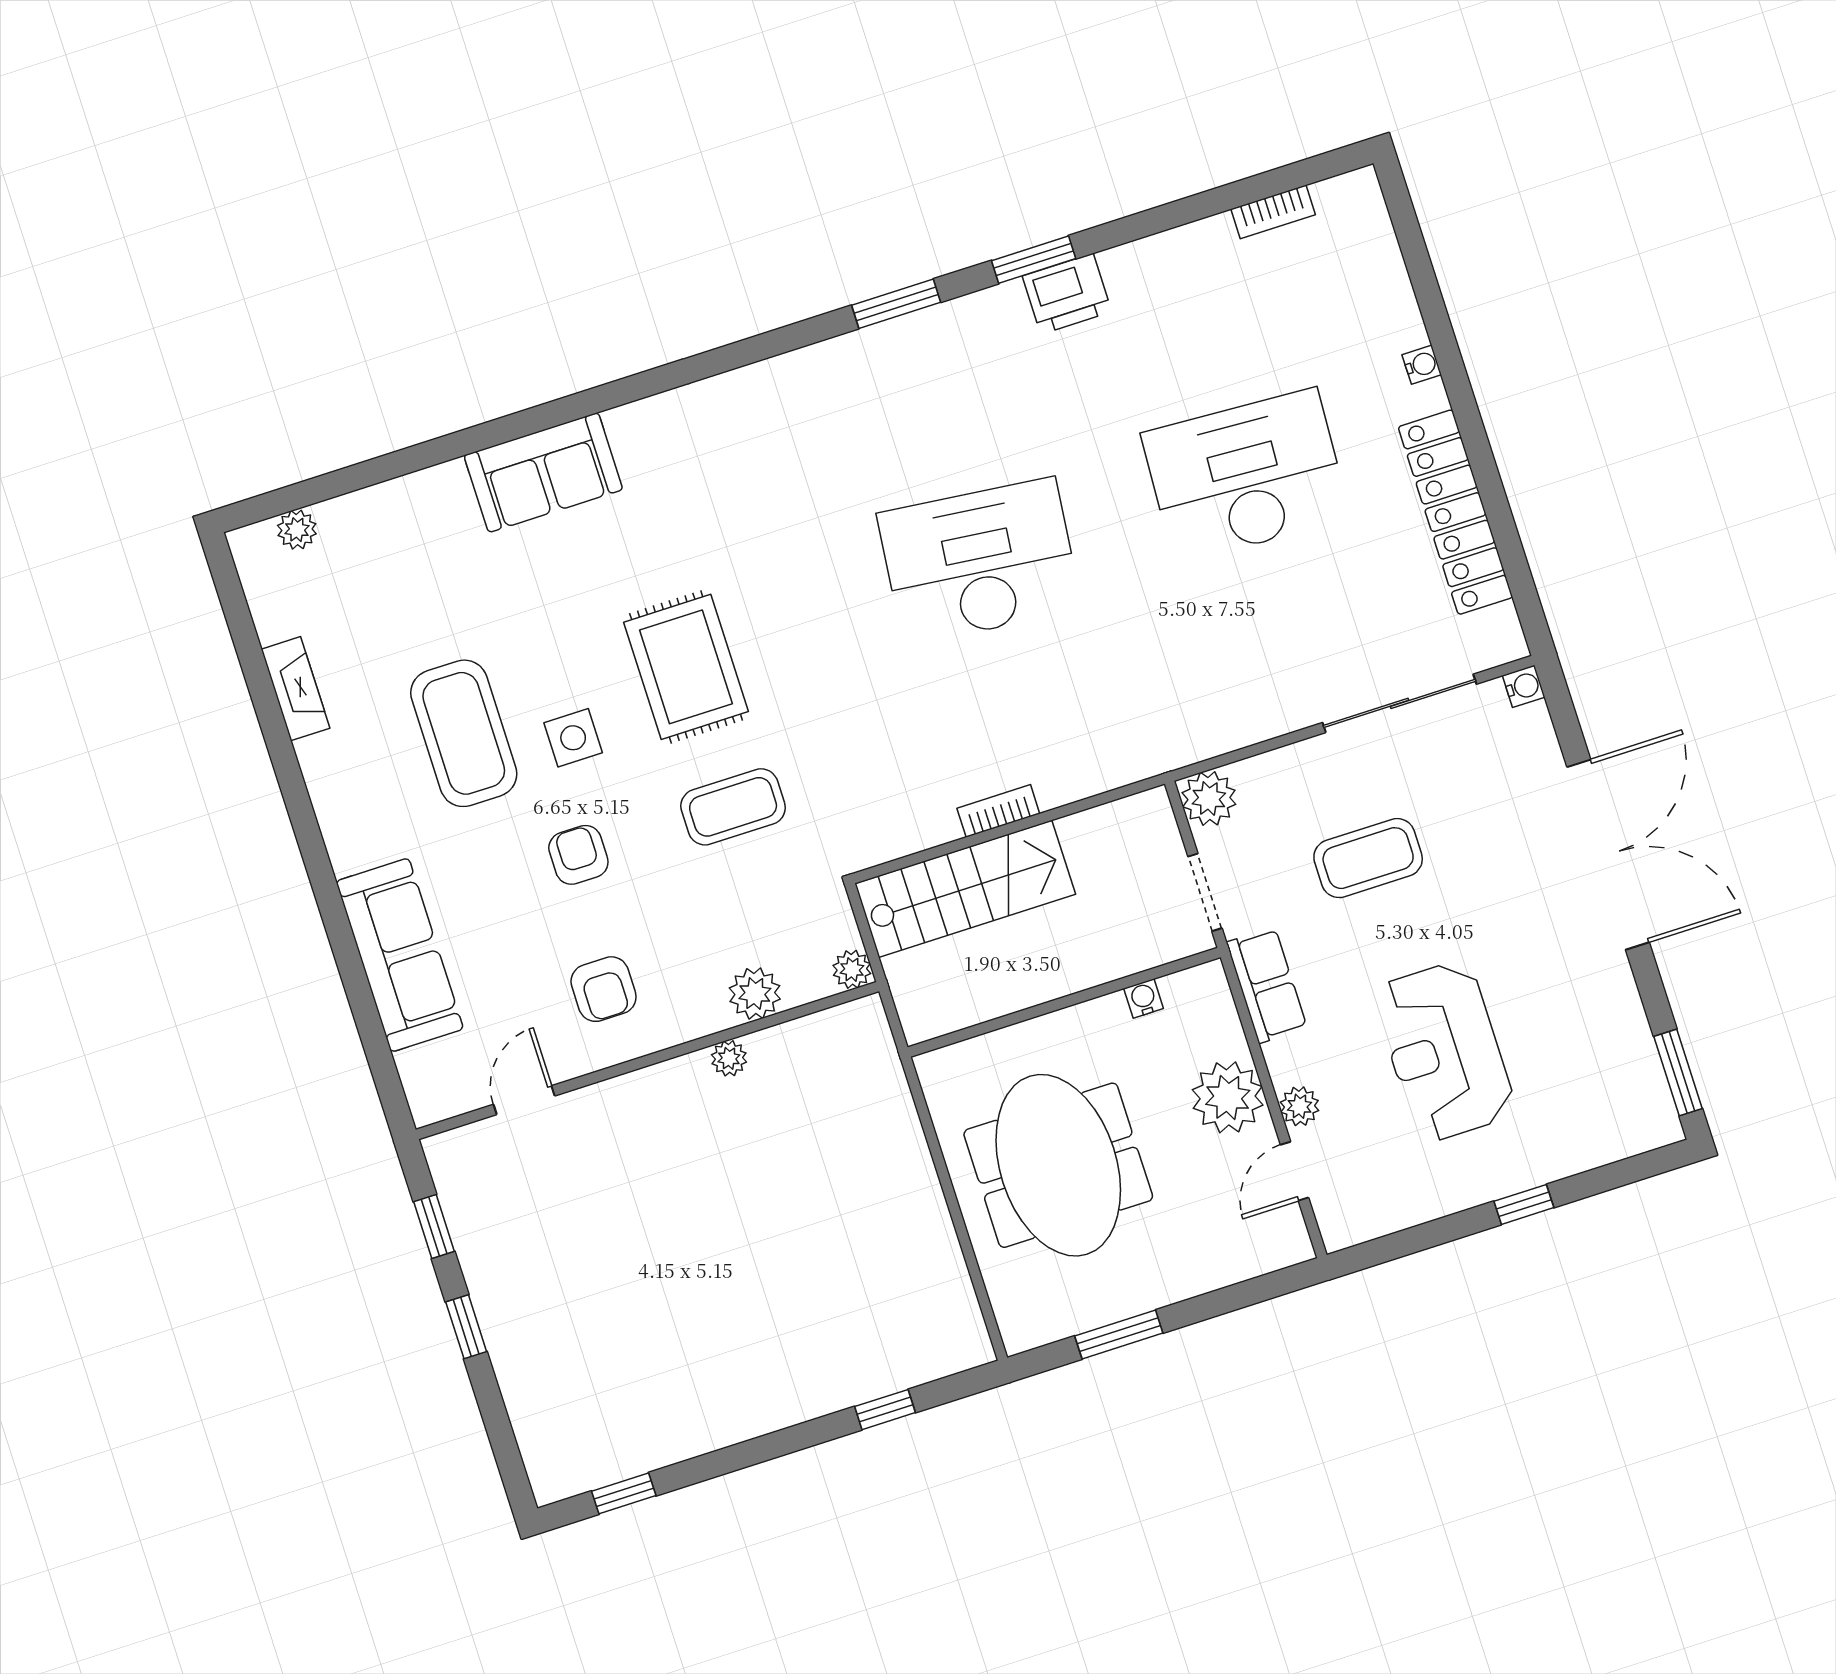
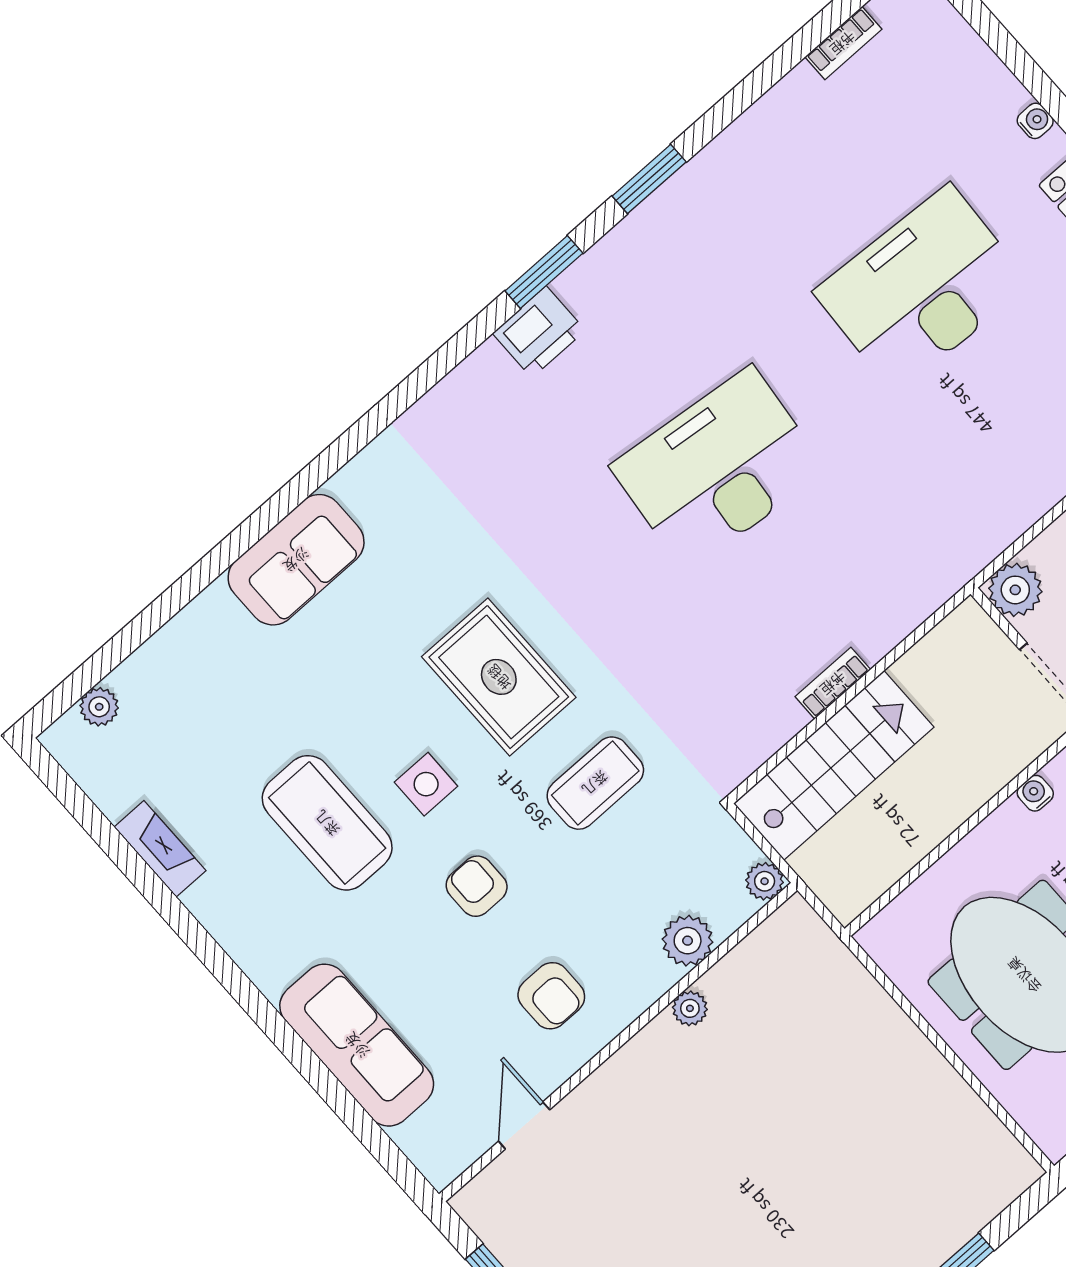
printer: (1067, 294) -> (539, 332), moved

